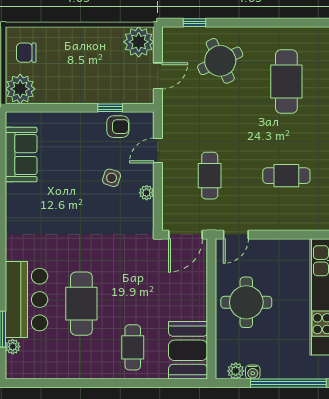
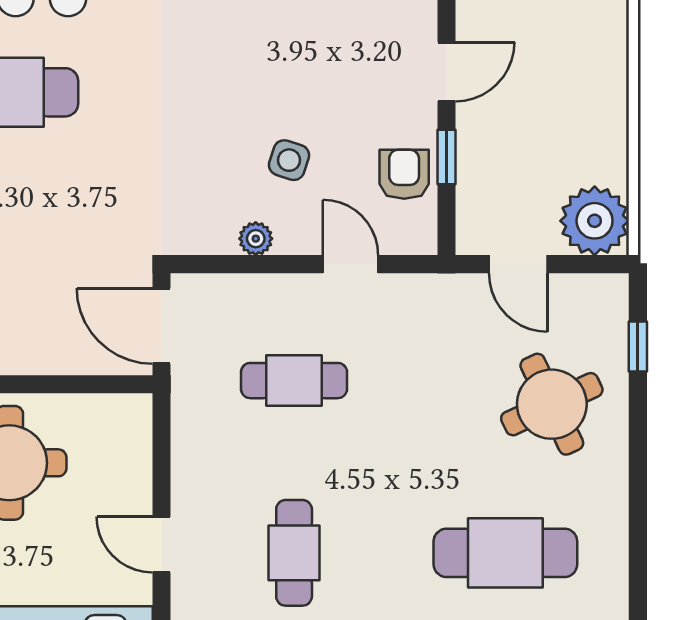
door: (72, 108) -> (446, 72), added
armchair: (118, 127) -> (404, 174), turned 180
door: (236, 235) -> (162, 545), moved

